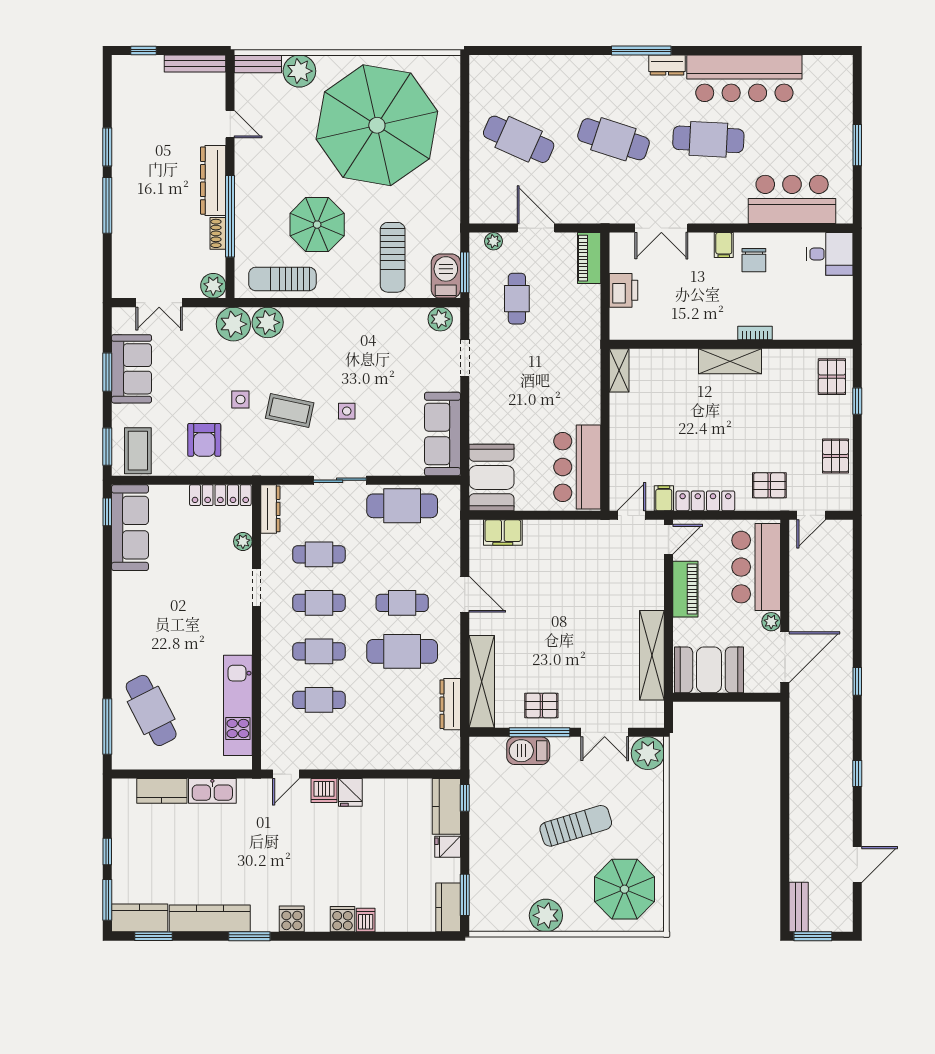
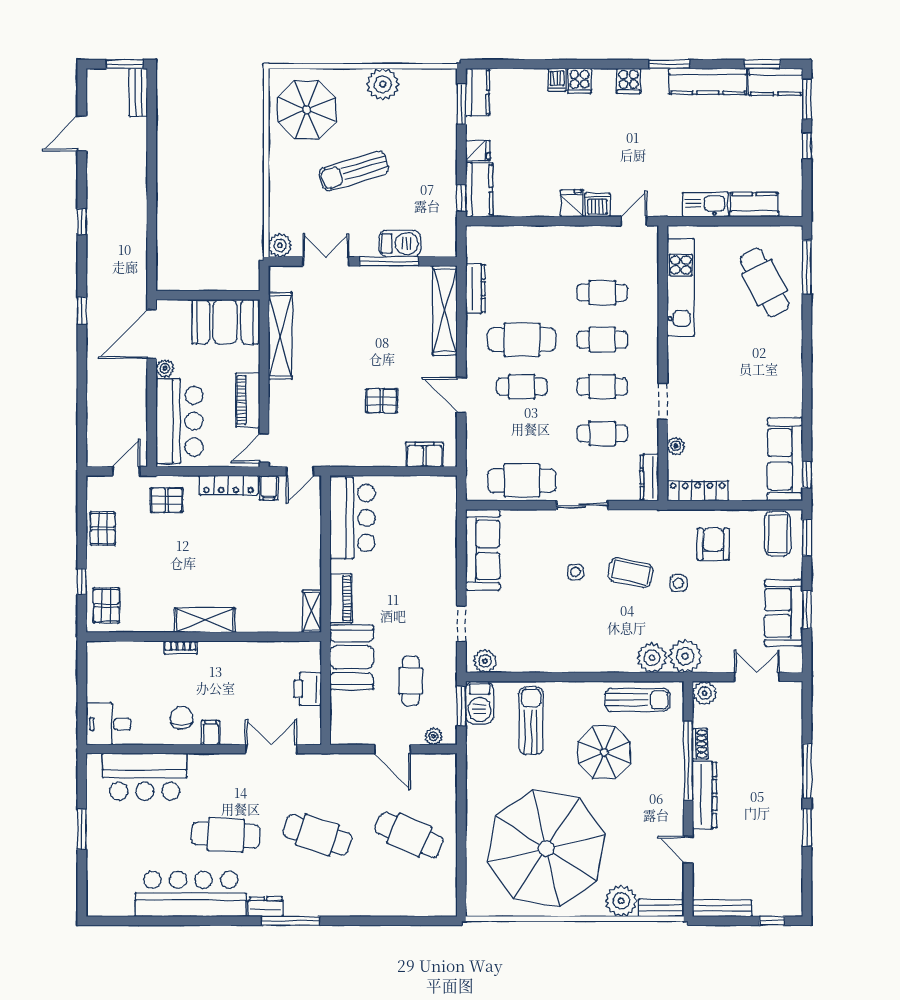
piano: (589, 258) -> (341, 598), moved
booth: (491, 477) -> (352, 657), moved
pallet: (541, 705) -> (382, 401), moved
plant: (648, 753) -> (280, 245), width x0.73, depth x0.73

